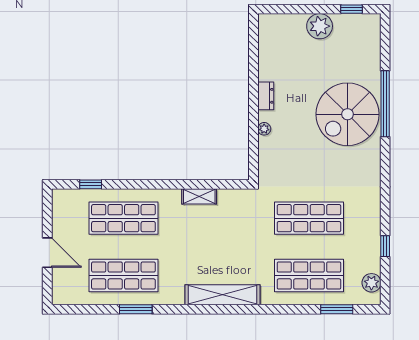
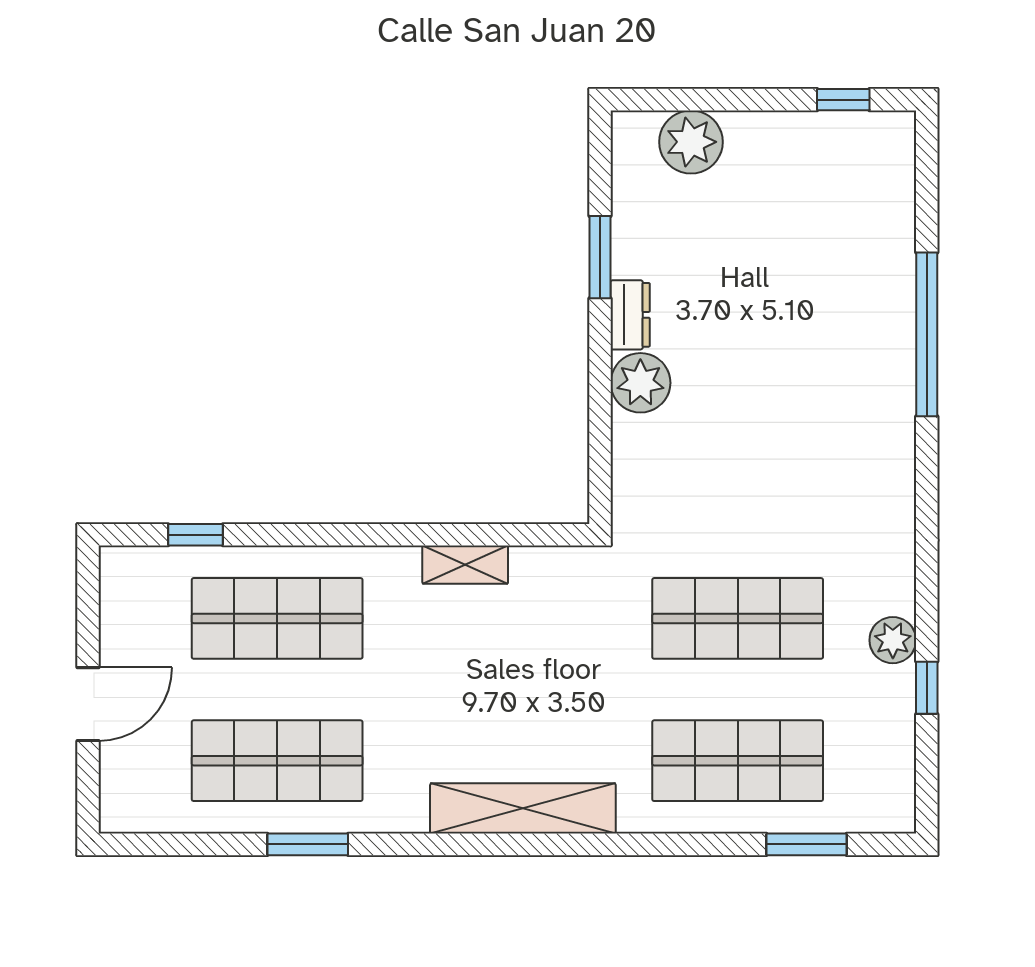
plant: (320, 26) -> (691, 142), moved
window: (254, 73) -> (600, 257), added
spiral stairs: (348, 114) -> (833, 361), removed
plant: (264, 129) -> (640, 383), width x1.88, depth x1.88
door: (47, 253) -> (88, 704), hinge flipped
plant: (371, 283) -> (893, 640), moved

